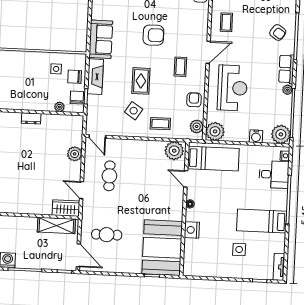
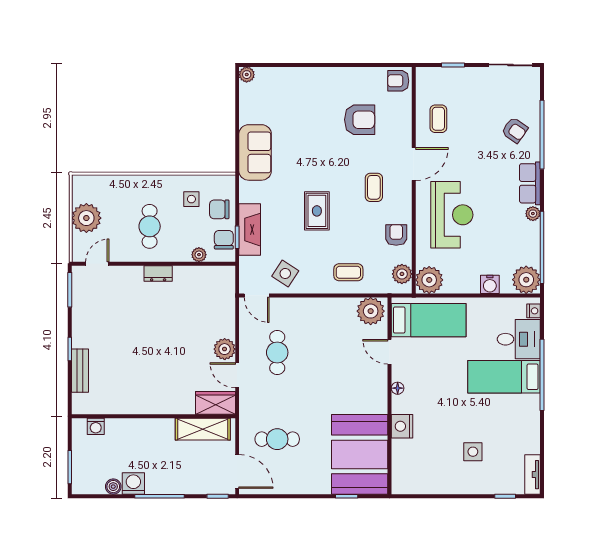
armchair: (153, 35) -> (360, 120), moved
fireplace: (95, 77) -> (250, 230), moved
cafe table: (27, 86) -> (150, 226), added
side table: (134, 111) -> (285, 273), moved
plant: (75, 154) -> (225, 349), moved
bed: (262, 221) -> (504, 377), moved

